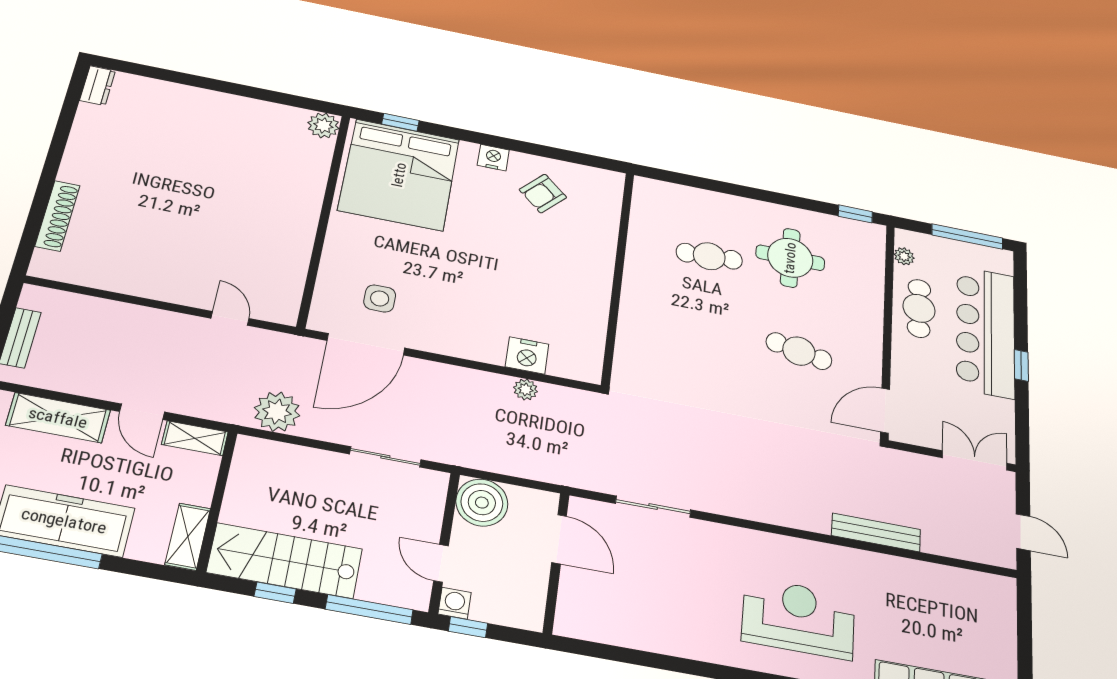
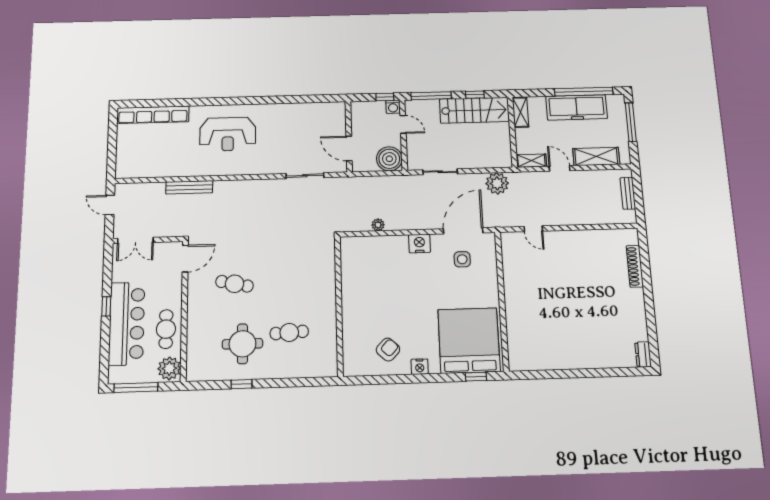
plant: (323, 125) -> (517, 362), removed
window: (855, 214) -> (242, 384), moved
plant: (904, 256) -> (169, 368), width x1.87, depth x1.87
nightstand: (527, 355) -> (419, 244), moved

